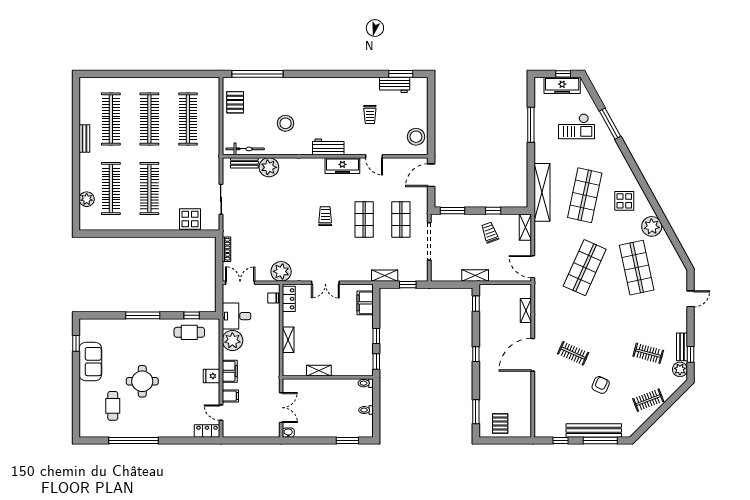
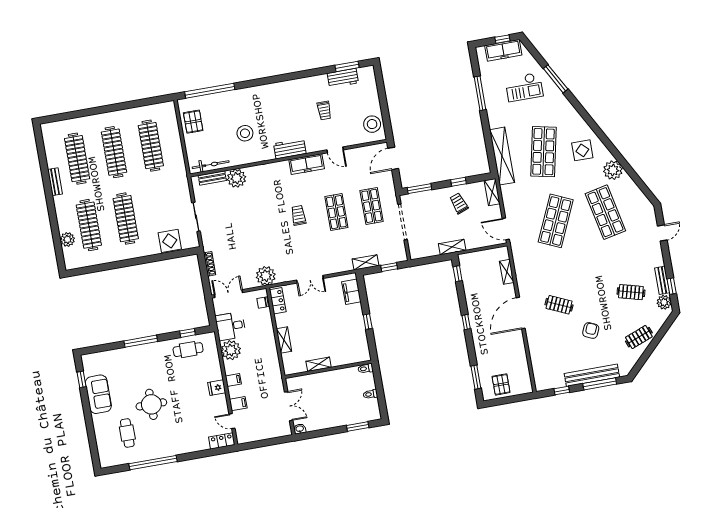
window: (376, 361) -> (372, 346), removed
filing cabinet: (230, 371) -> (233, 380), width x0.50

